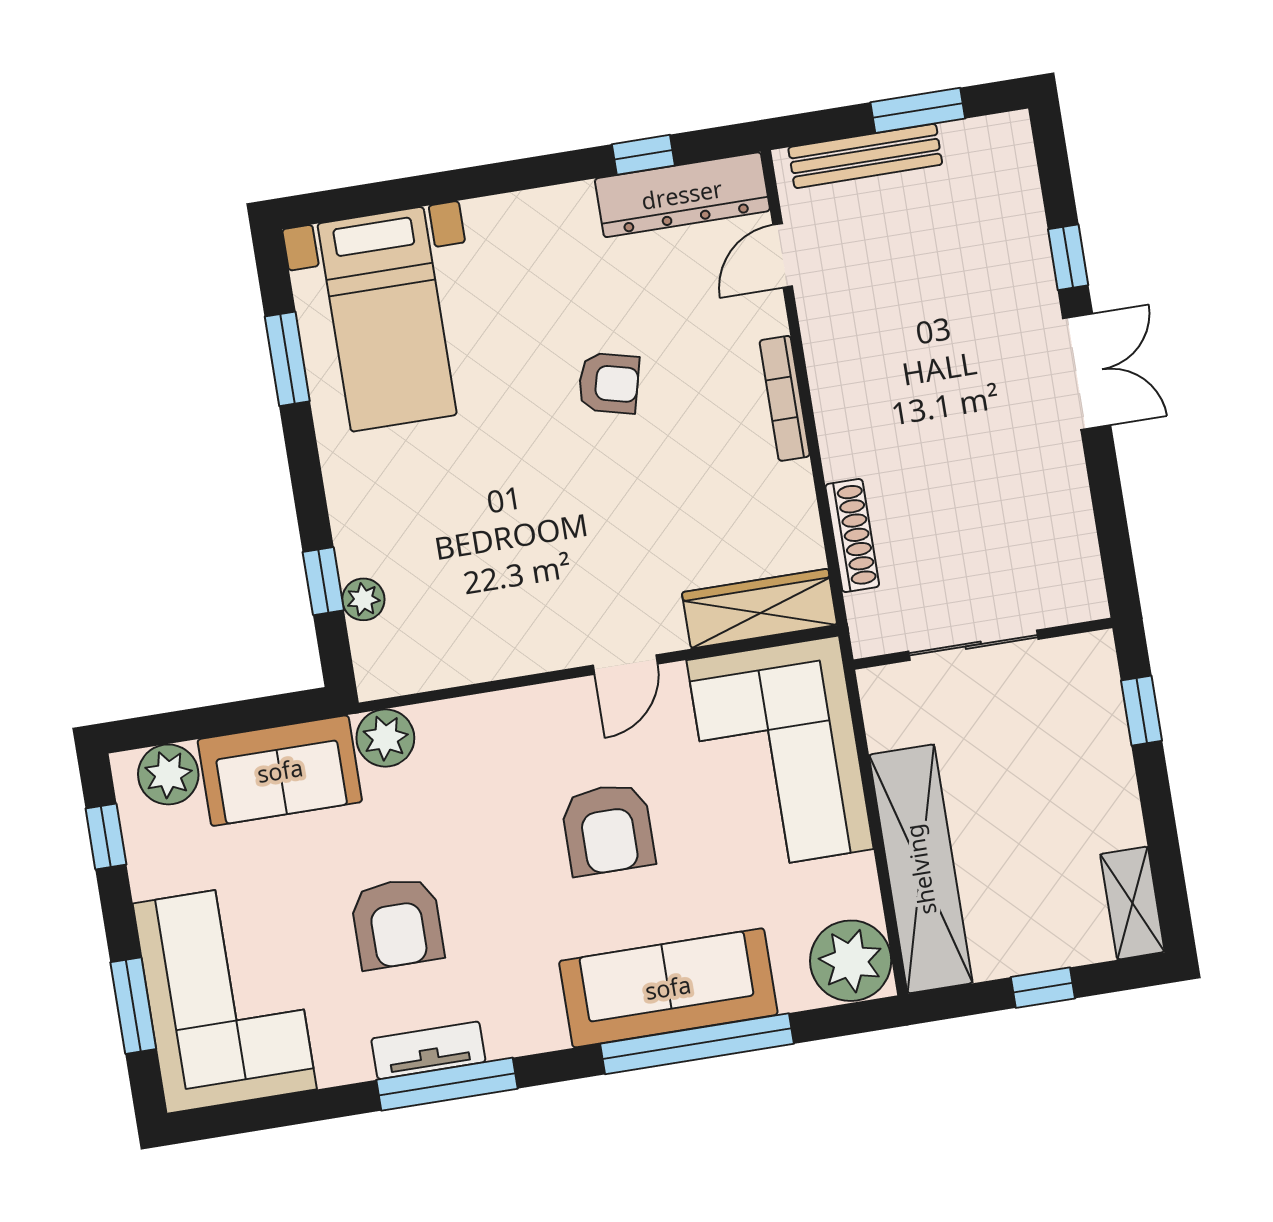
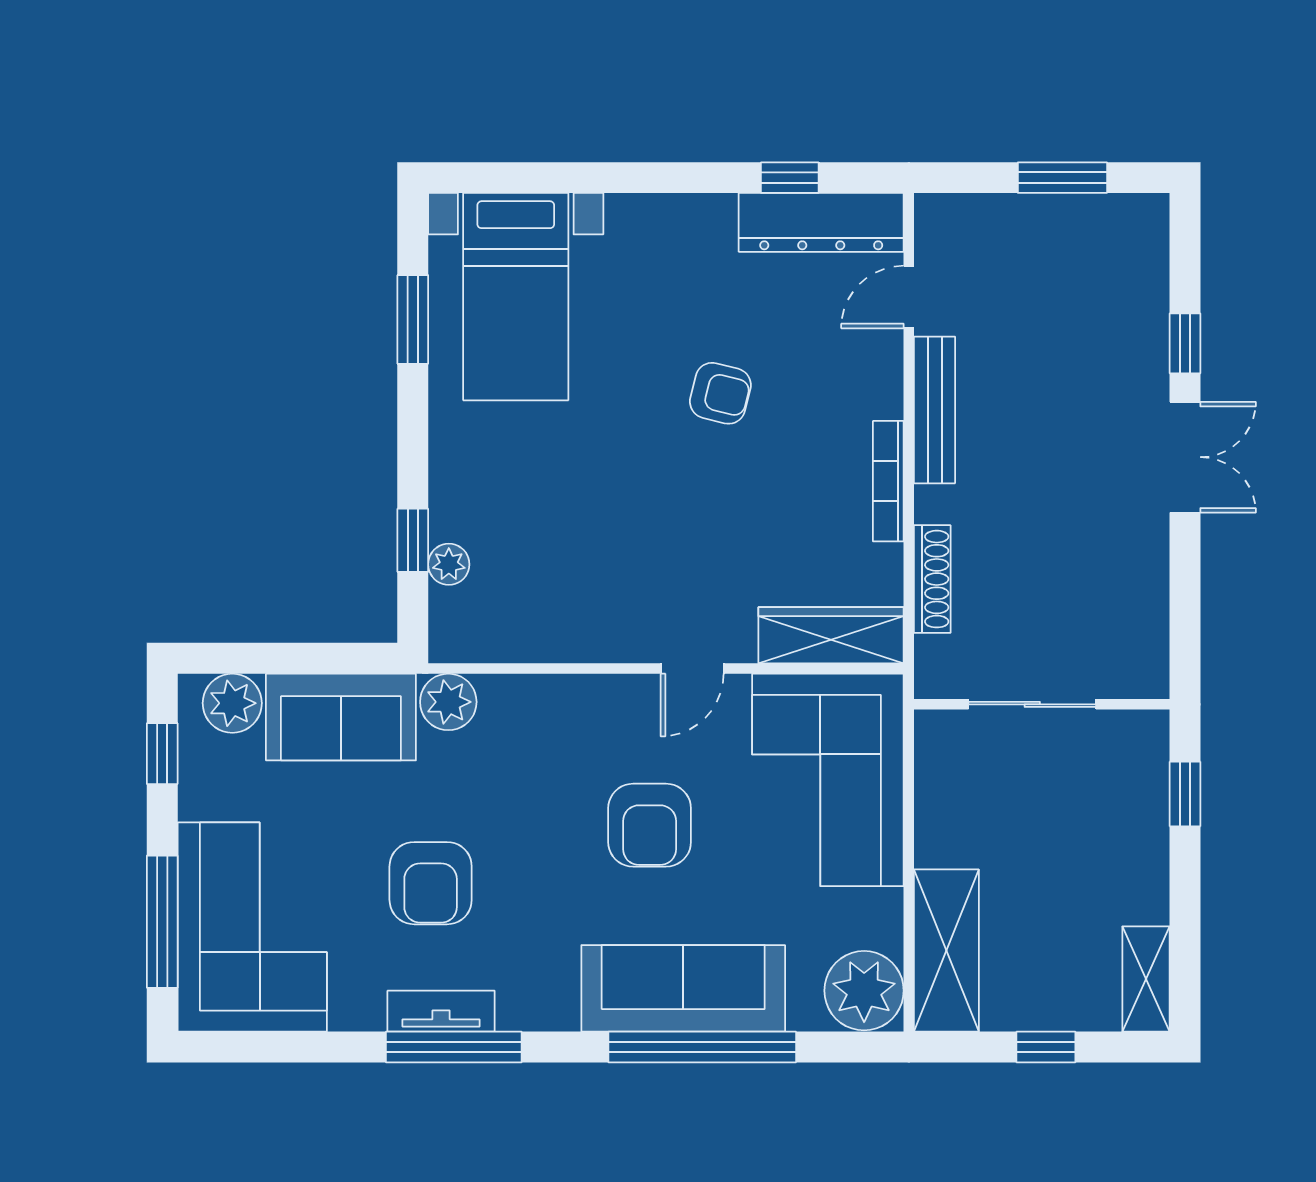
bench: (865, 156) -> (935, 410), moved, turned 90
bookcase: (785, 398) -> (888, 481), moved
shelving: (921, 869) -> (946, 951), width x0.68
window: (133, 1006) -> (162, 922), width x1.44

